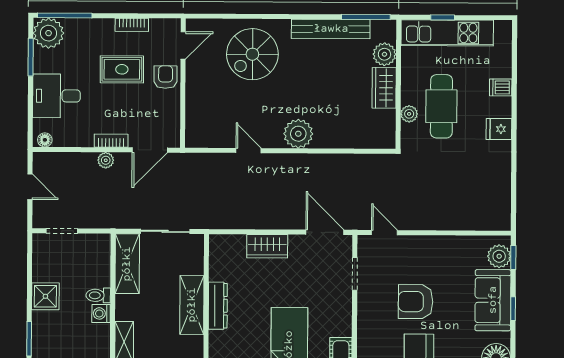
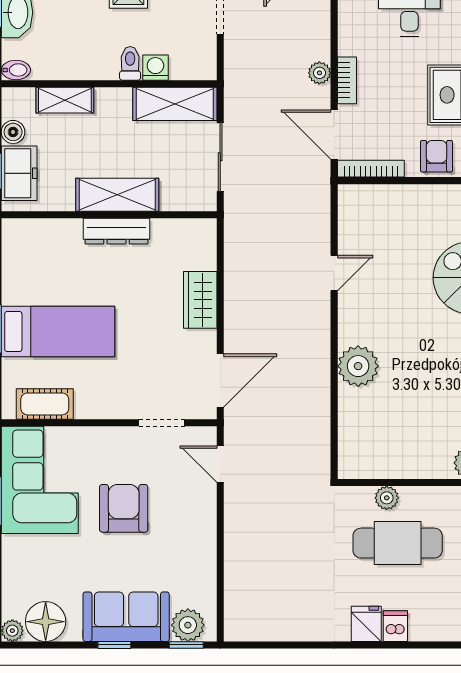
armchair: (166, 77) -> (437, 156), turned -90
dishwasher: (501, 87) -> (395, 626), moved
wardrobe: (384, 88) -> (423, 463), removed
bookcase: (174, 124) -> (371, 169), added
plant: (298, 134) -> (358, 366), moved
door: (384, 233) -> (220, 464), swing flipped
washing machine: (101, 313) -> (155, 68), moved

